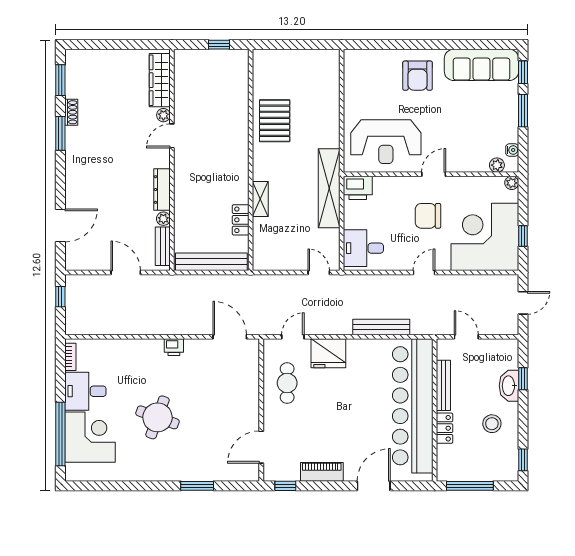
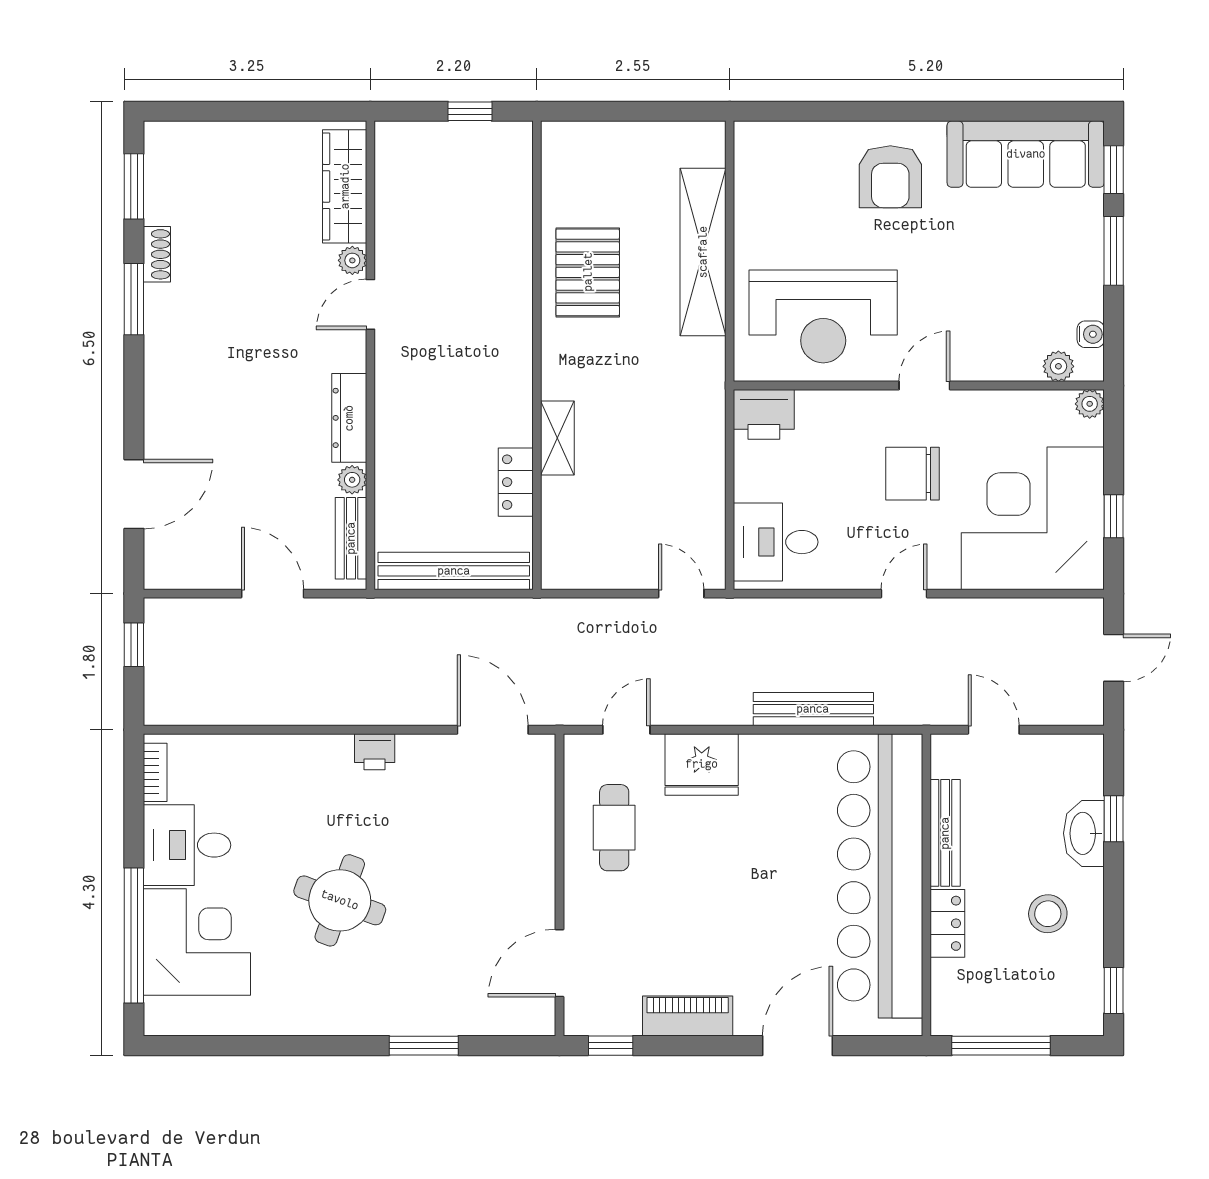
shelving: (329, 188) -> (703, 252), moved

